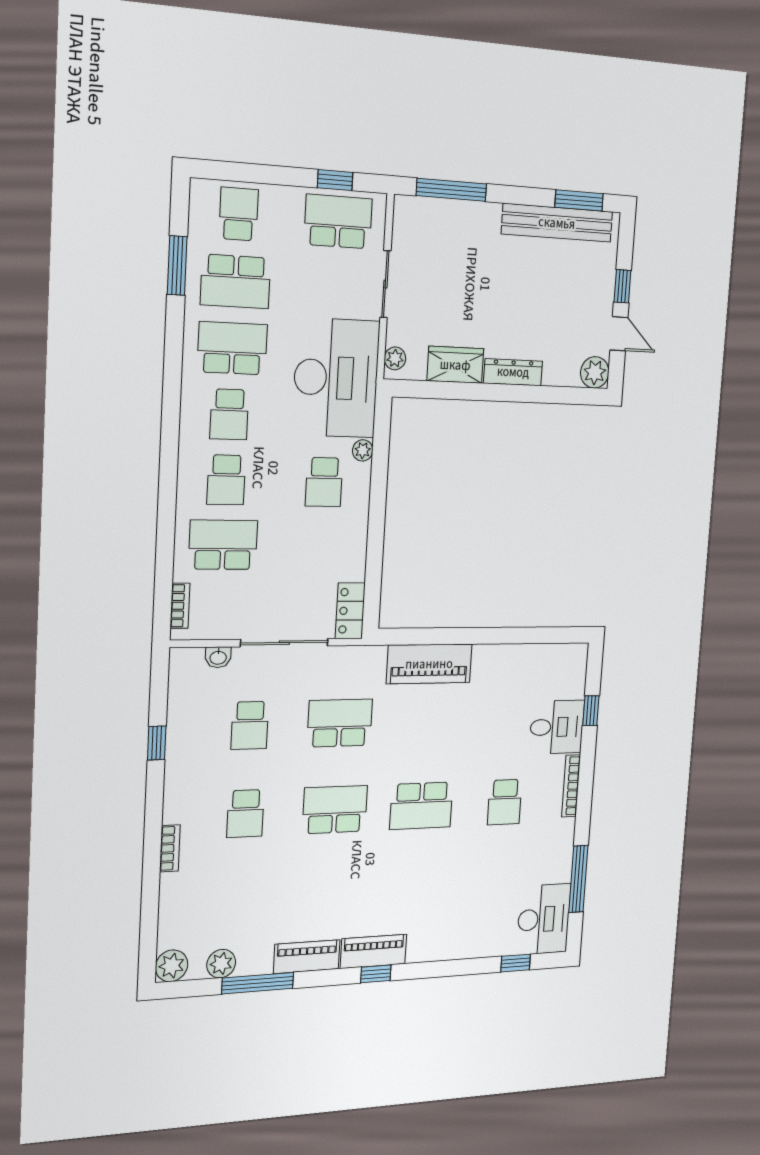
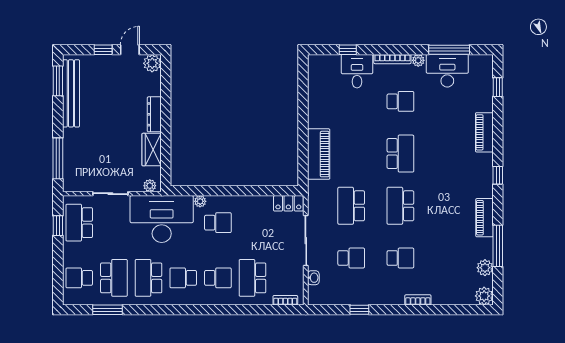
school desk: (229, 414) -> (183, 278), turned 180
plant: (566, 829) -> (418, 60), added
desk: (544, 919) -> (447, 71), moved
piano: (374, 951) -> (484, 132), moved

